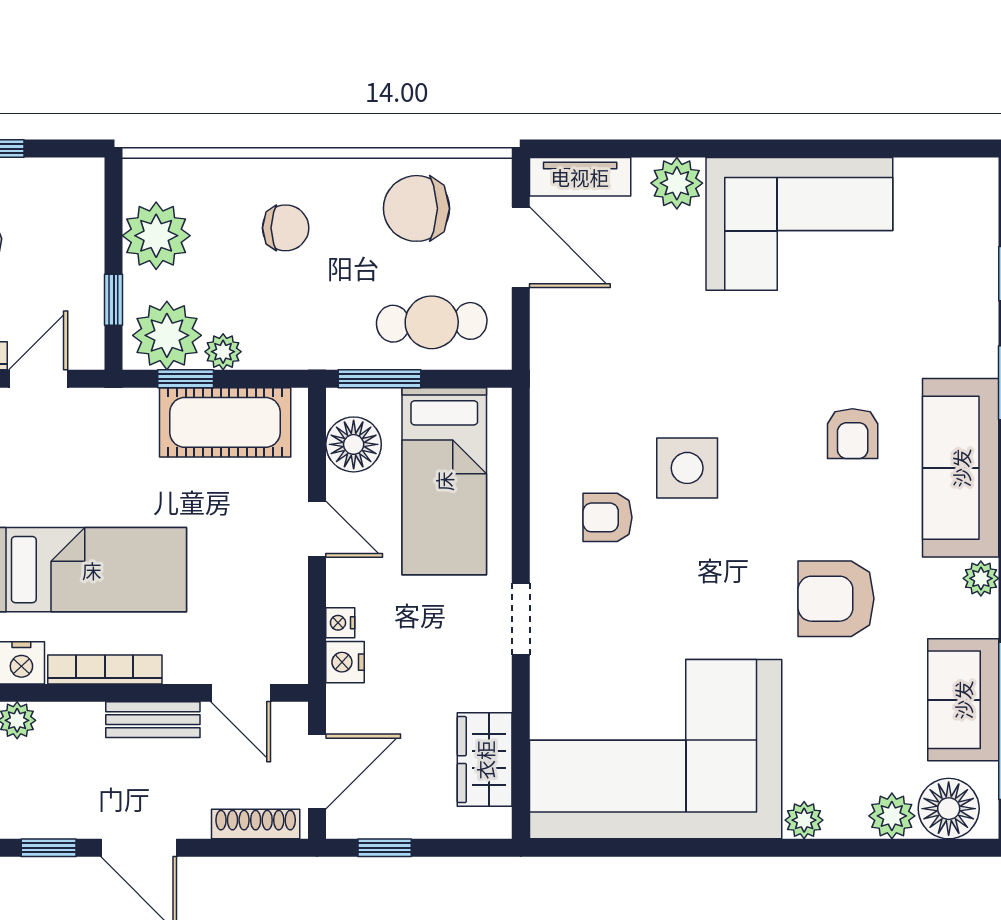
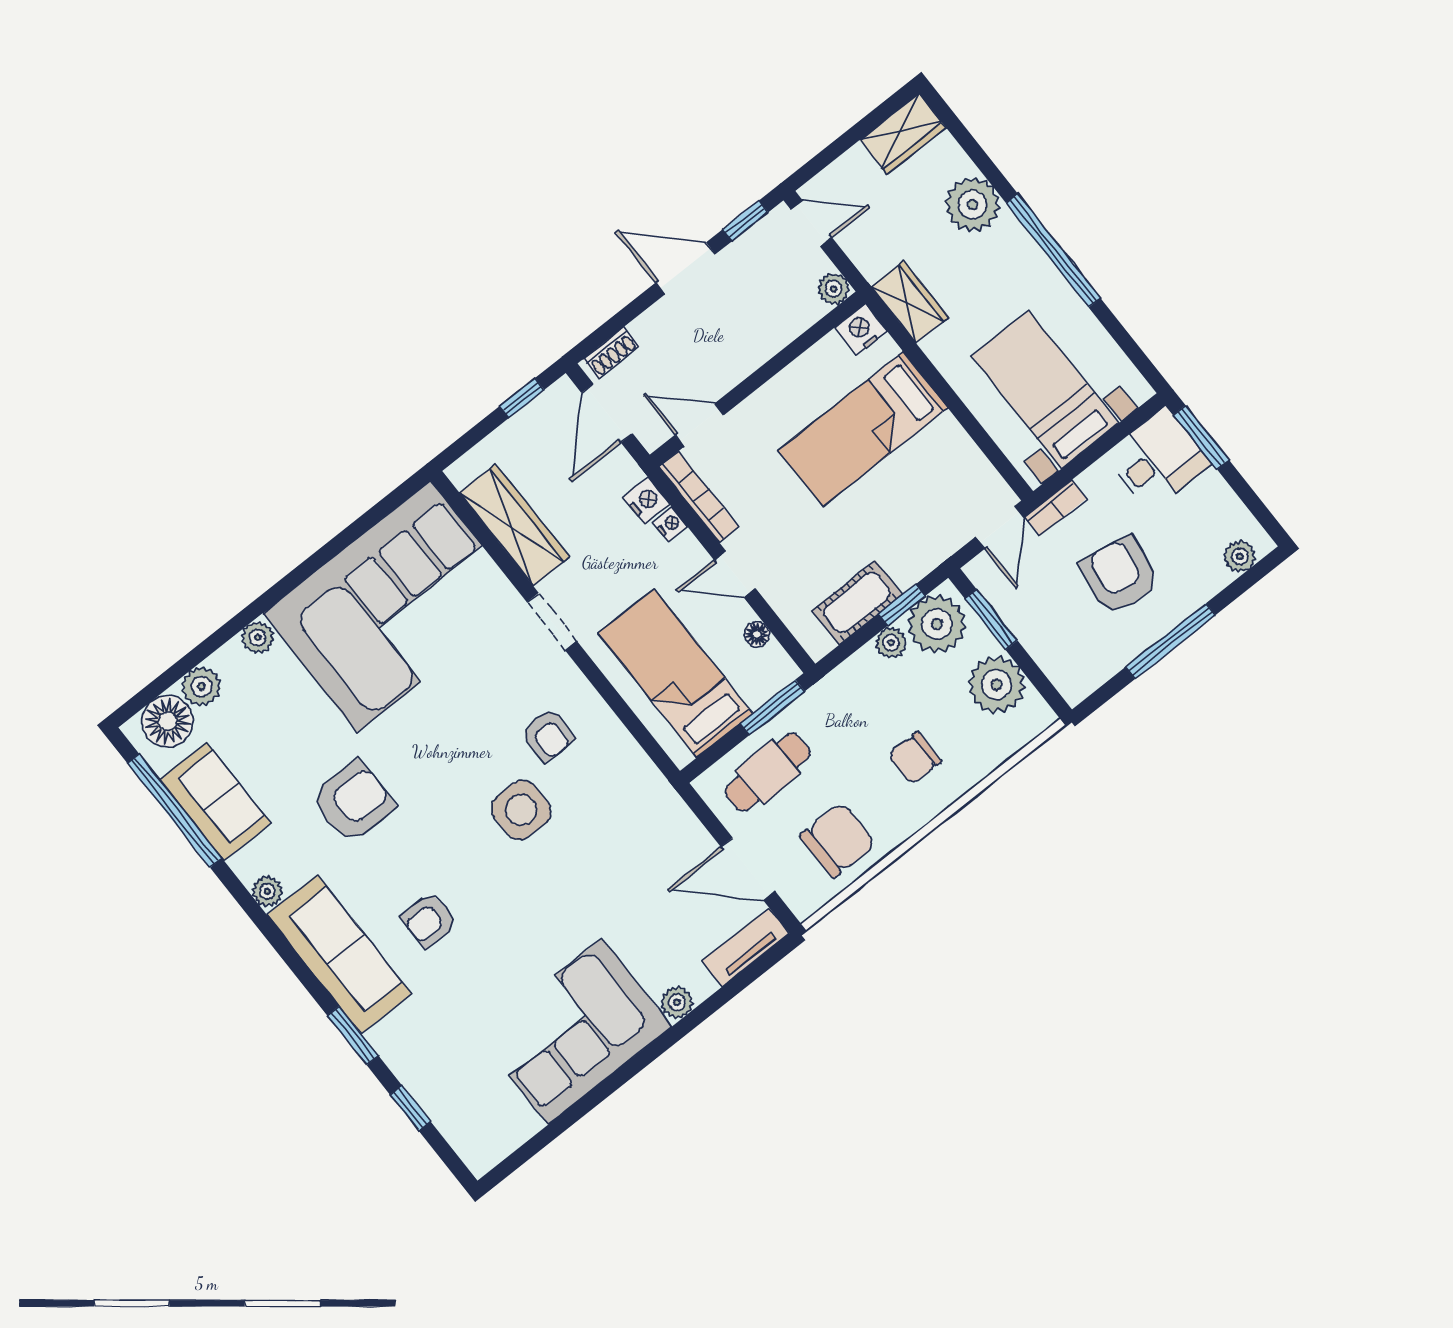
plant: (677, 183) -> (677, 1002), width x0.73, depth x0.73
window: (114, 300) -> (991, 620), width x1.50
cot: (225, 422) -> (857, 603), width x0.73, depth x0.75
armchair: (853, 434) -> (429, 920), turned -90
floor lamp: (354, 444) -> (757, 634), width x0.53, depth x0.53
armchair: (607, 517) -> (548, 735), turned 90
bookcase: (105, 669) -> (699, 497), moved, turned -90
bench: (153, 720) -> (744, 361), removed
wardrobe: (485, 760) -> (514, 525), width x1.50
shoe rack: (256, 824) -> (612, 353), width x0.70

